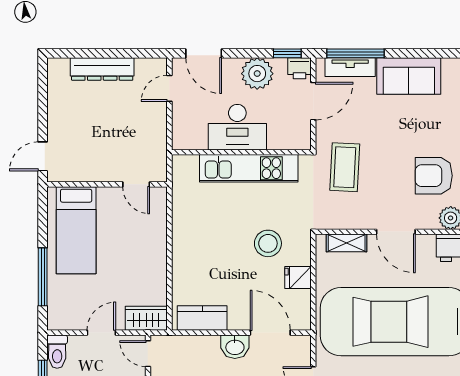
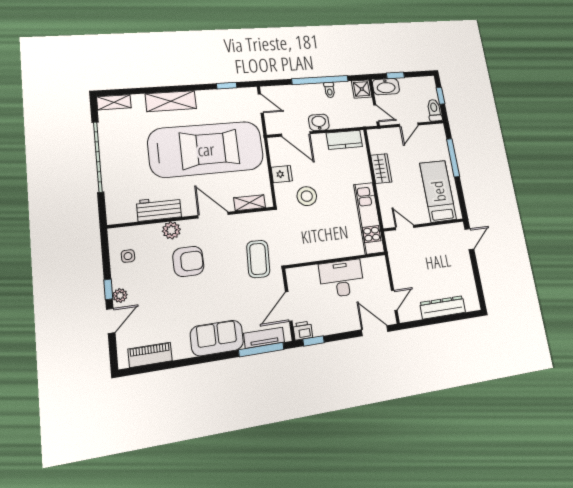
plant: (257, 74) -> (334, 321), removed
kitchen unit: (249, 168) -> (369, 218), moved, turned -90
wardrobe: (146, 318) -> (381, 169), moved, turned -90

